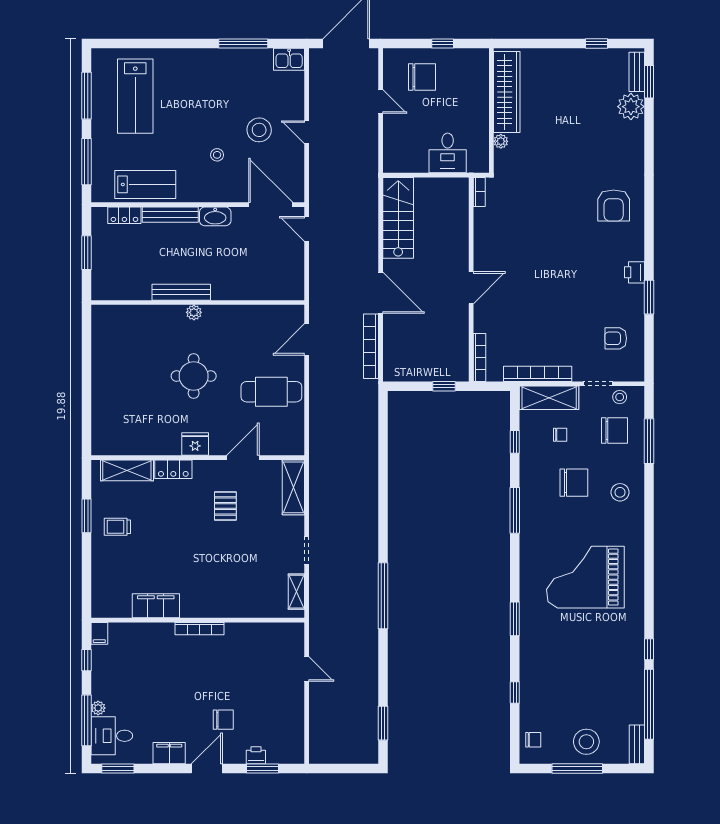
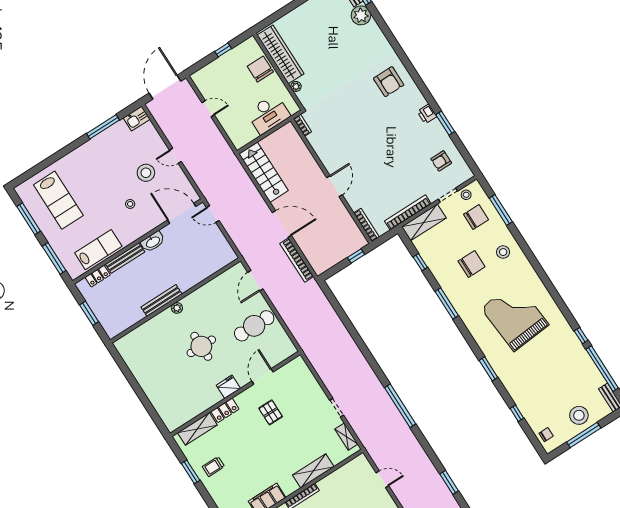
chair: (422, 77) -> (260, 69), moved, turned -90
desk: (448, 153) -> (268, 114), width x1.37
chair: (560, 435) -> (445, 240), removed
shelving: (293, 487) -> (313, 471), moved, turned 90
grand piano: (585, 577) -> (515, 316), turned 85

